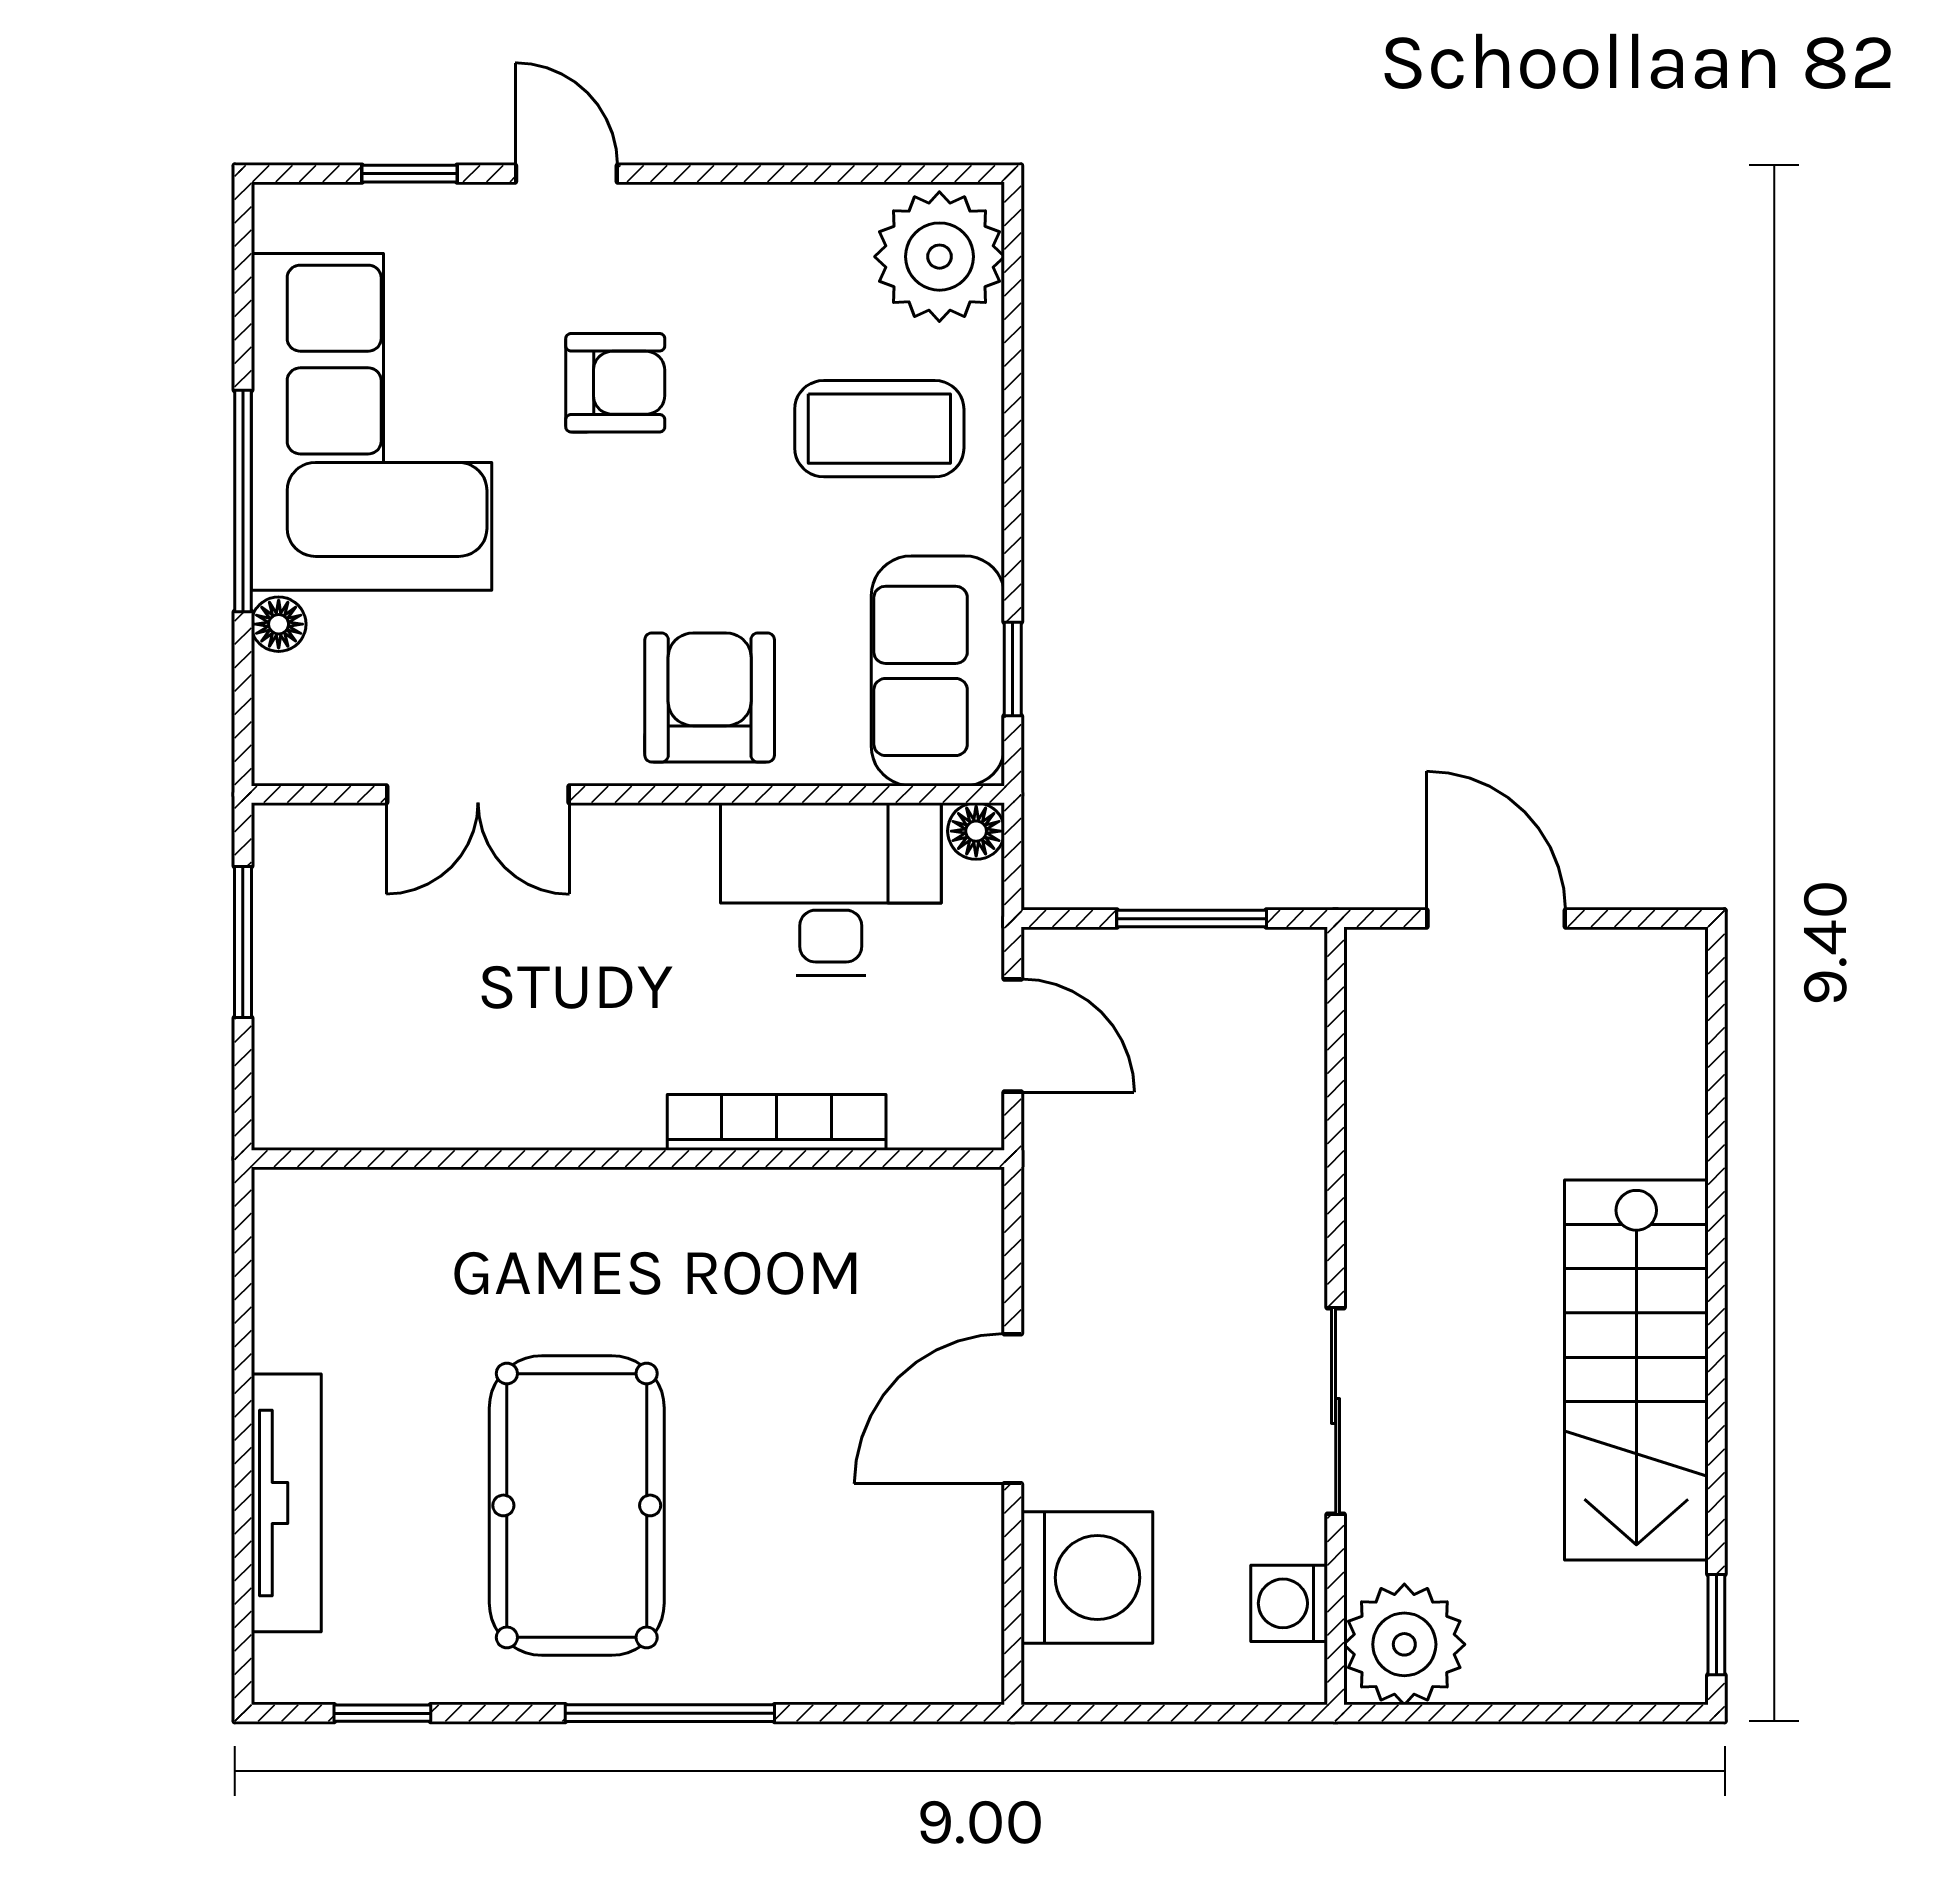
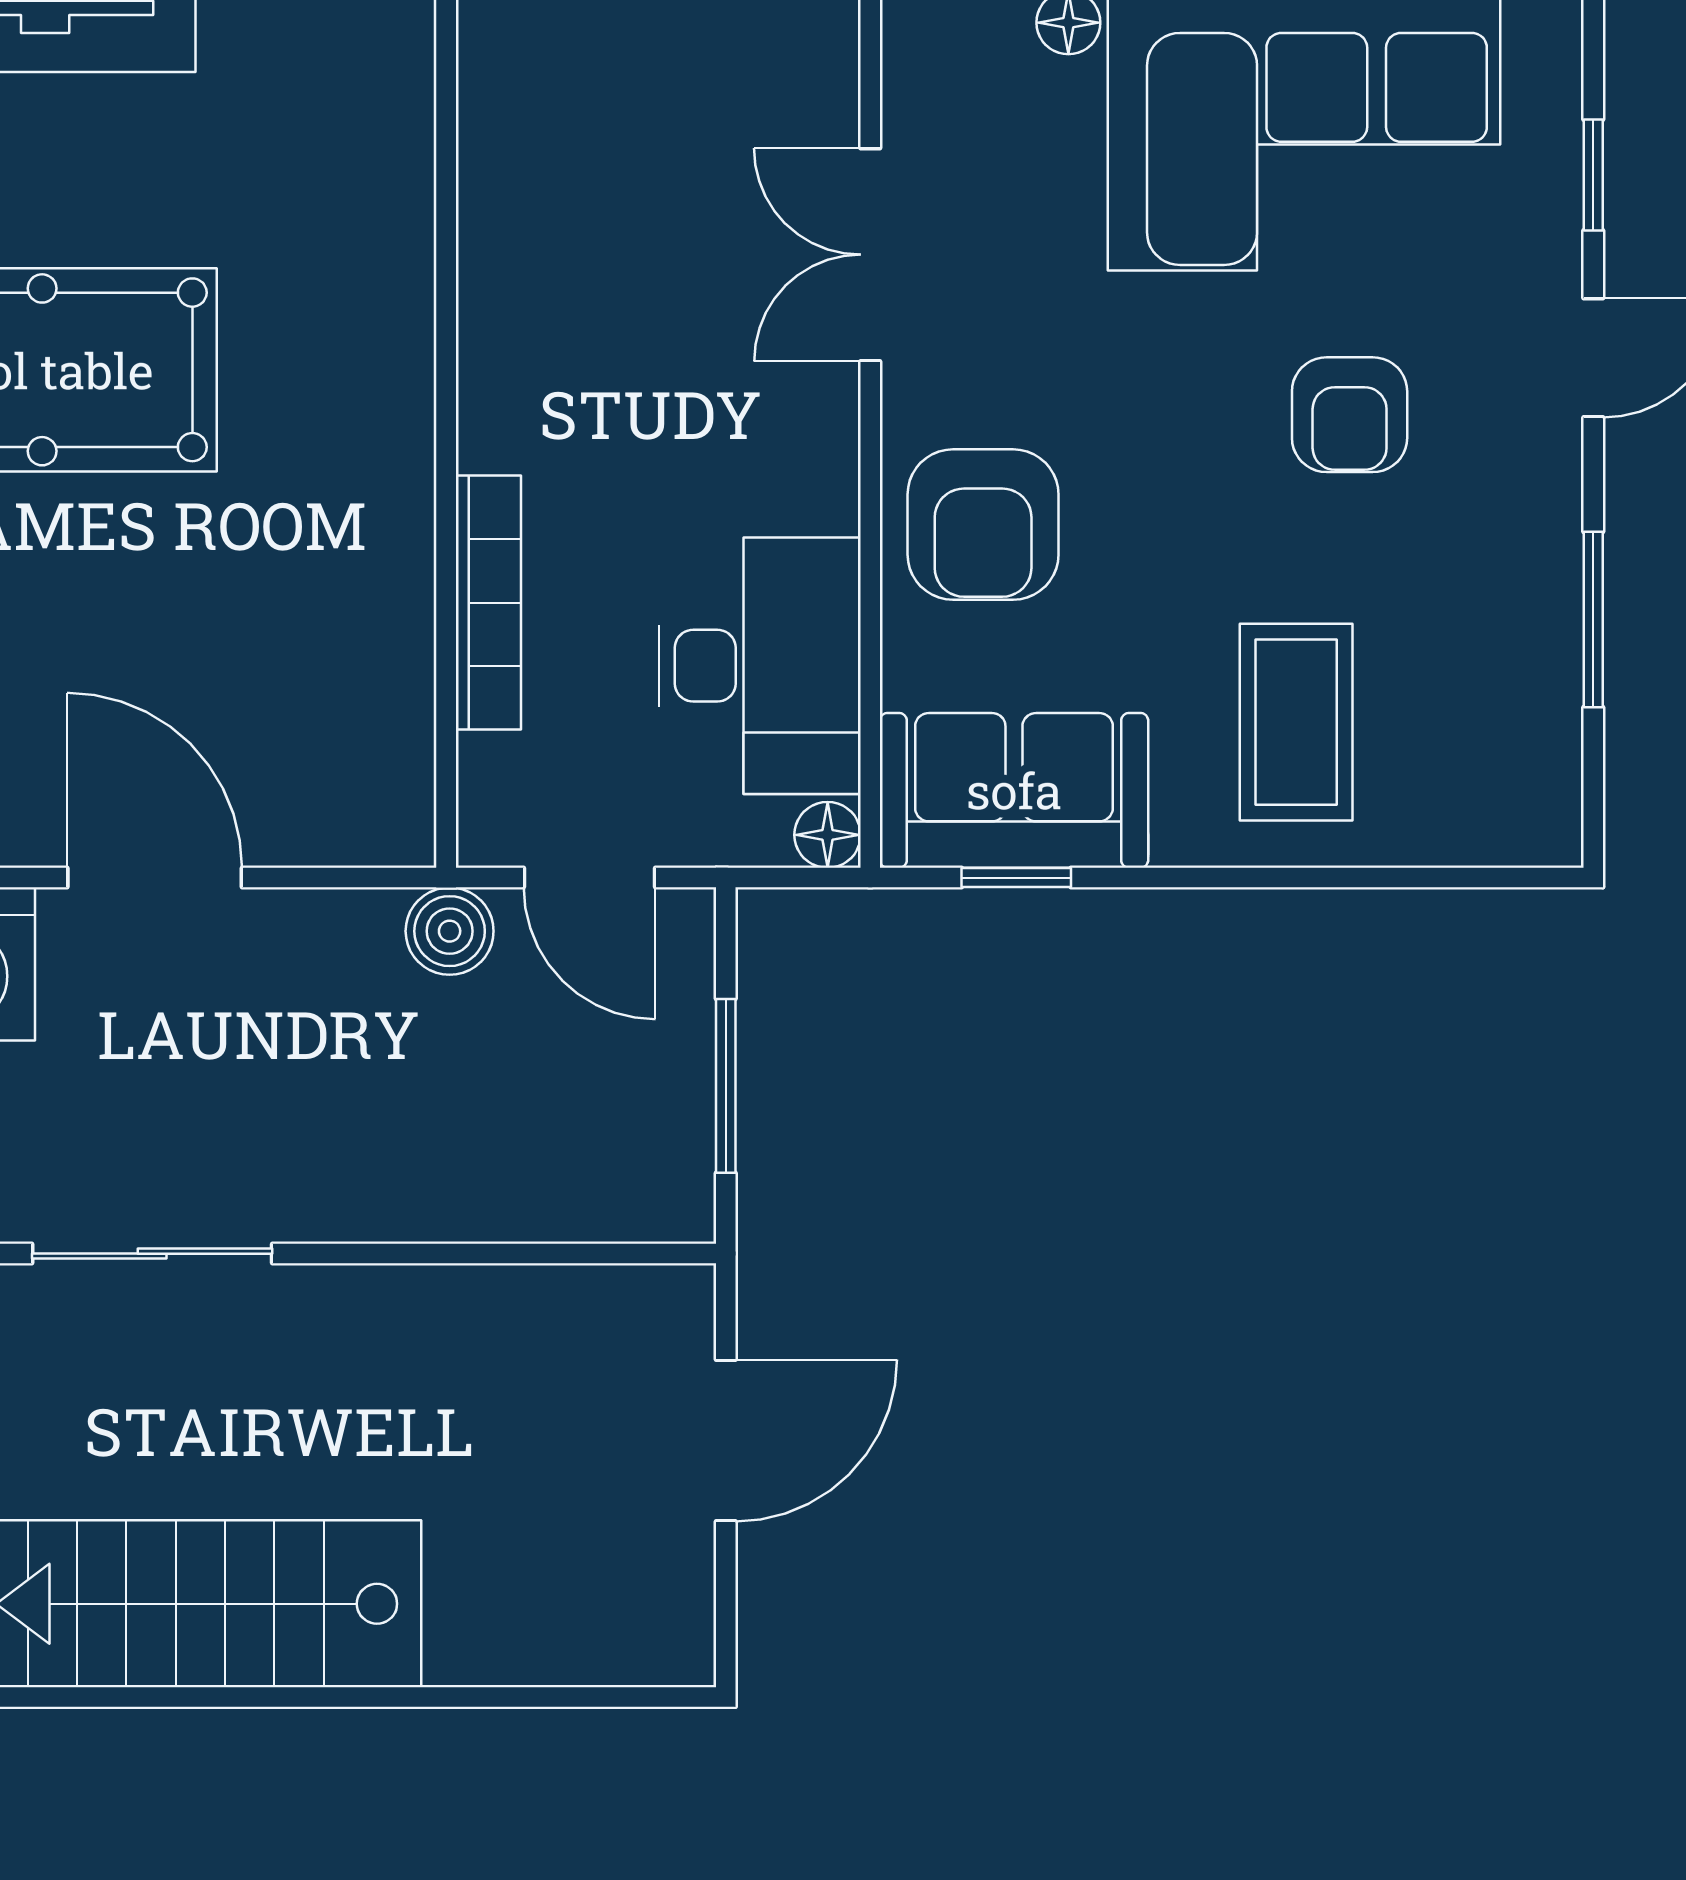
window: (791, 174) -> (1593, 619), added
plant: (939, 257) -> (1497, 792), removed
armchair: (710, 697) -> (983, 525), turned 90
door: (1013, 1035) -> (589, 878), hinge flipped
boiler: (1059, 1156) -> (450, 931), added

